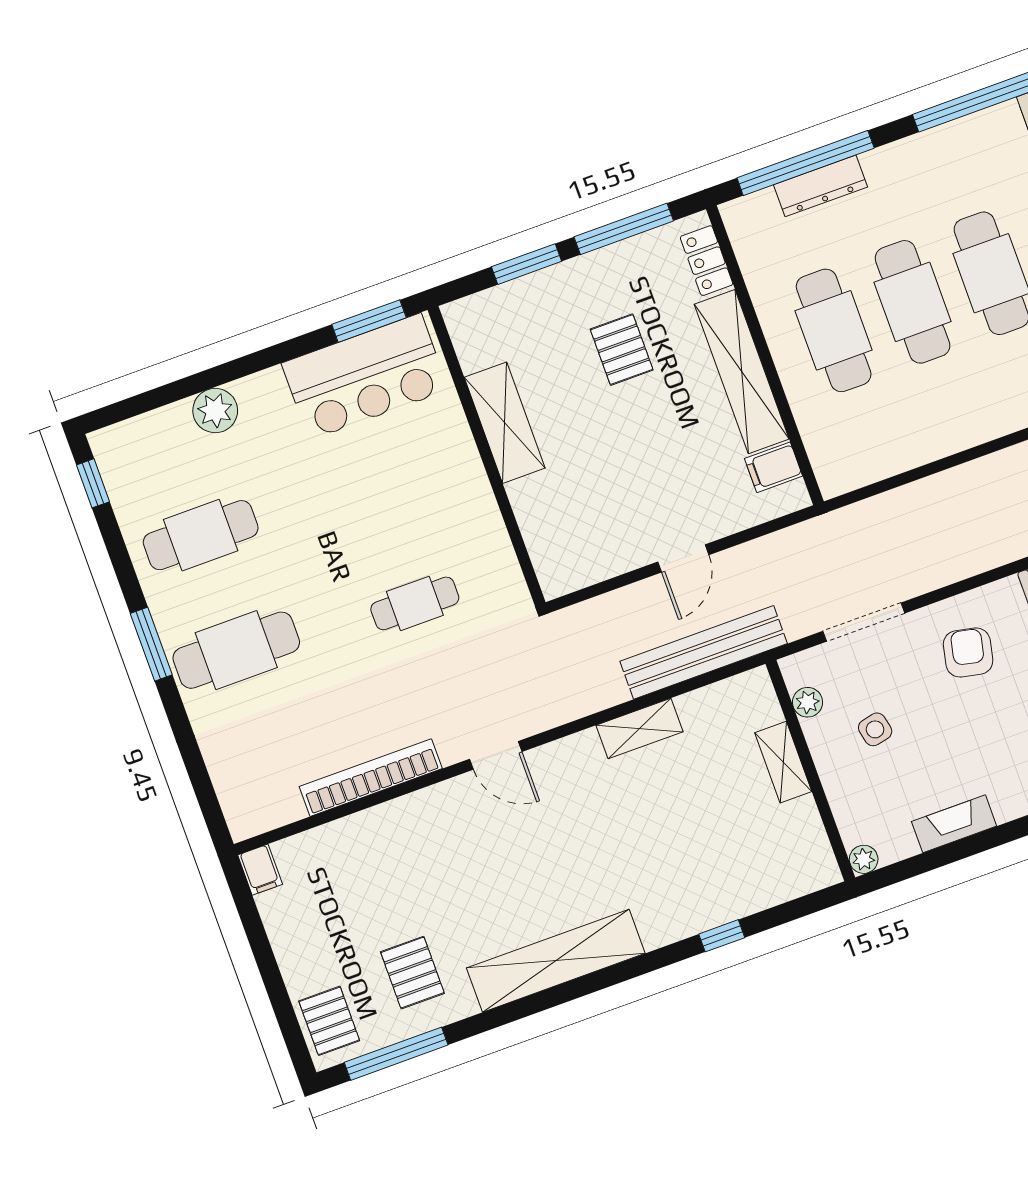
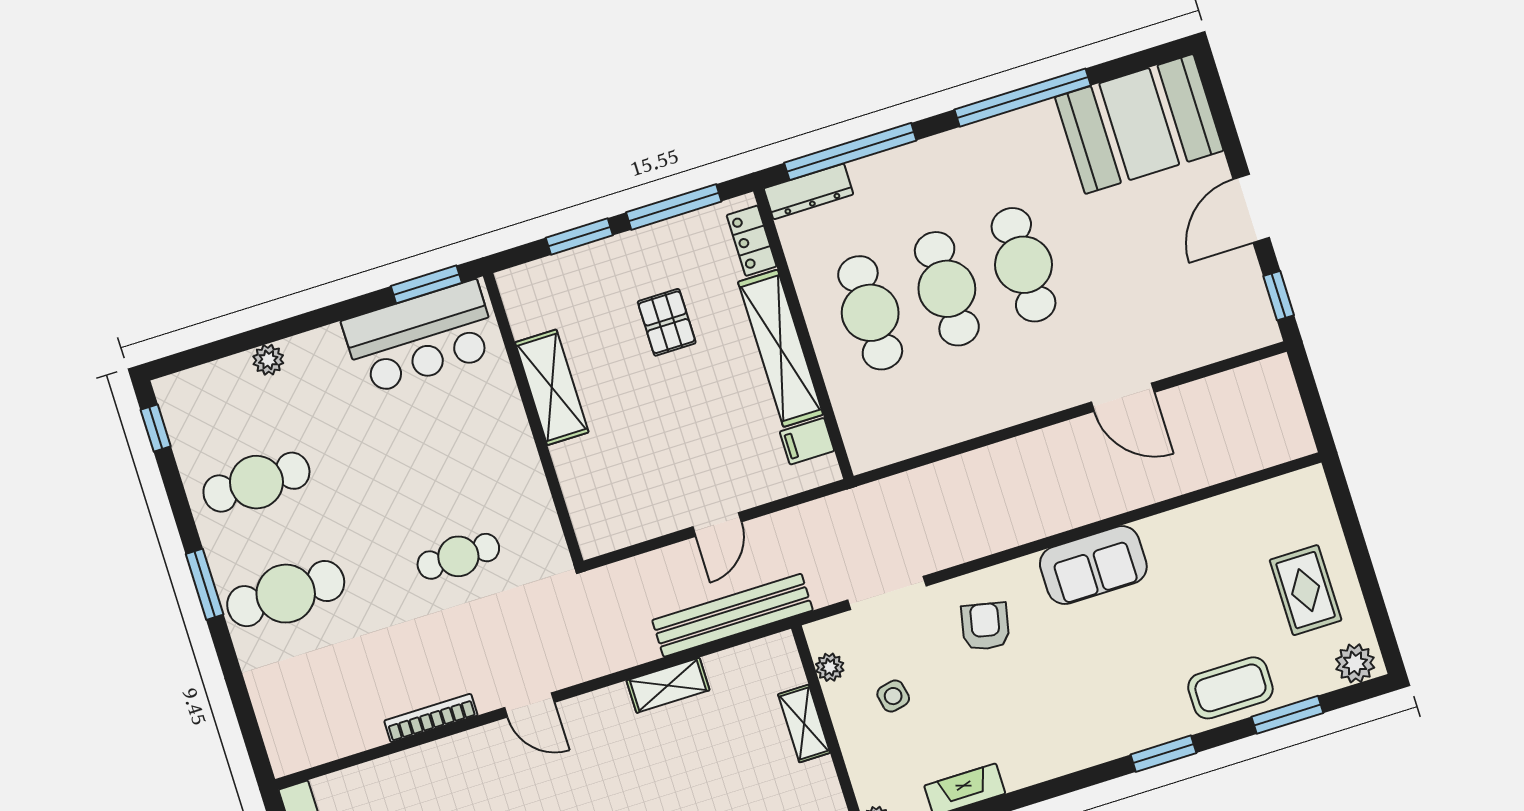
dresser: (821, 186) -> (809, 191), moved
plant: (215, 411) -> (268, 360), width x0.73, depth x0.73
bookcase: (371, 778) -> (431, 718), width x0.68, depth x0.76

